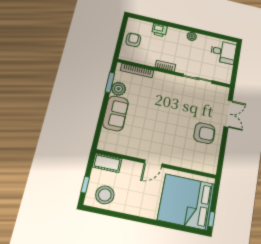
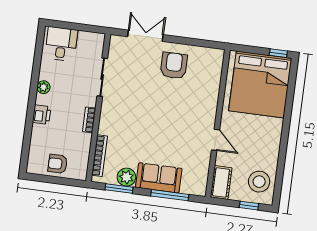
printer: (159, 30) -> (42, 115), moved
window: (101, 121) -> (170, 195), added
door: (153, 163) -> (215, 140), moved

